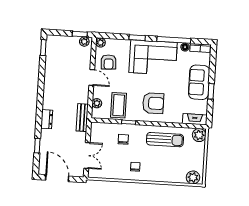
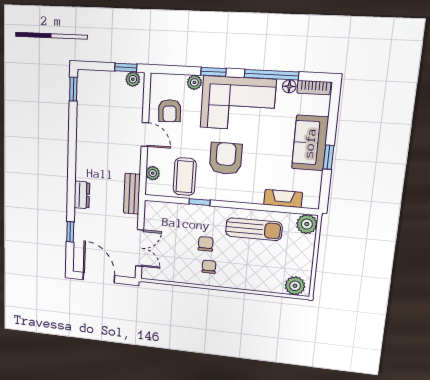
plant: (101, 43) -> (194, 82), moved
armchair: (153, 103) -> (226, 158), moved, turned -90
fireplace: (195, 119) -> (283, 199), moved
chair: (123, 139) -> (206, 244), moved

